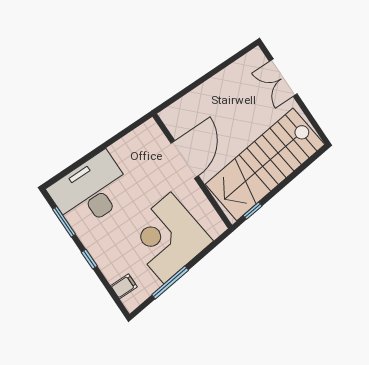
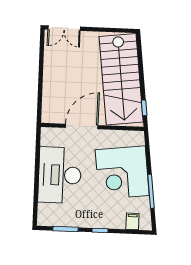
double door: (283, 78) -> (64, 28), moved
door: (185, 159) -> (82, 126), hinge flipped
desk: (91, 191) -> (60, 175), moved

